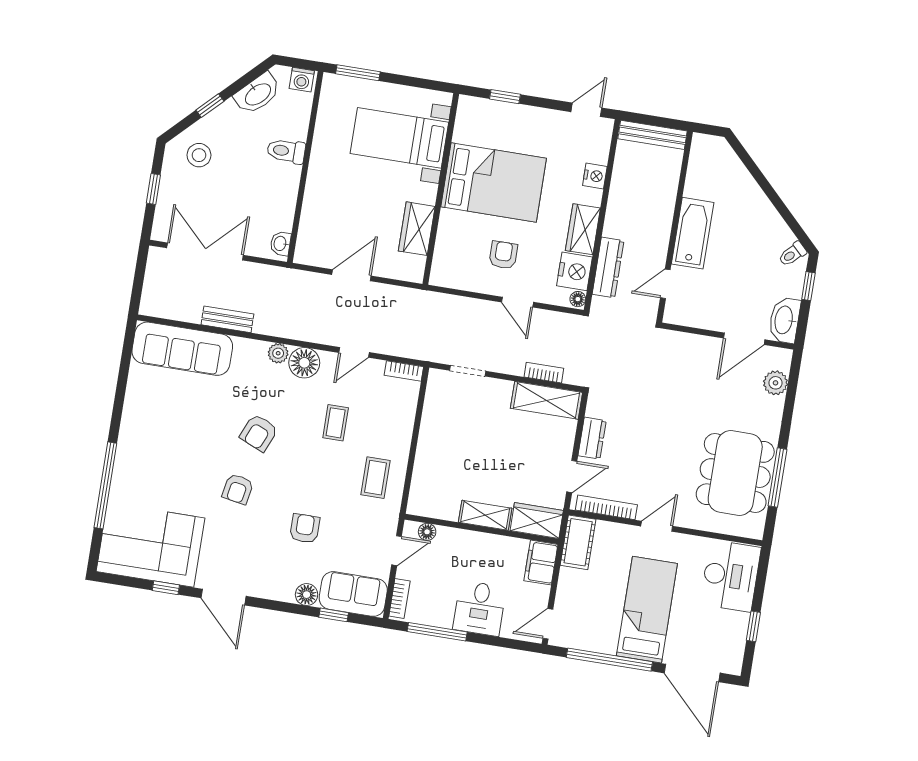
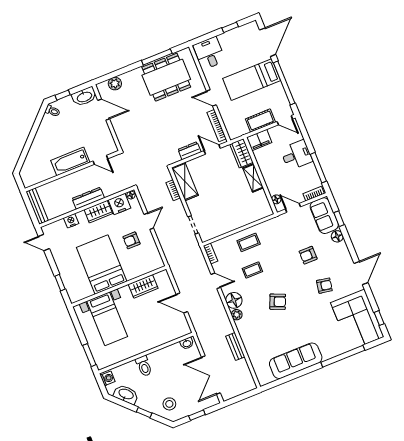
dresser: (608, 268) -> (88, 198), moved
sofa: (182, 349) -> (296, 361), moved, turned -90
coffee table: (376, 478) -> (249, 242), moved
armchair: (238, 489) -> (324, 286), moved
cot: (578, 542) -> (260, 121), moved
desk: (730, 576) -> (209, 53), width x0.73
window: (166, 588) -> (379, 318), moved

